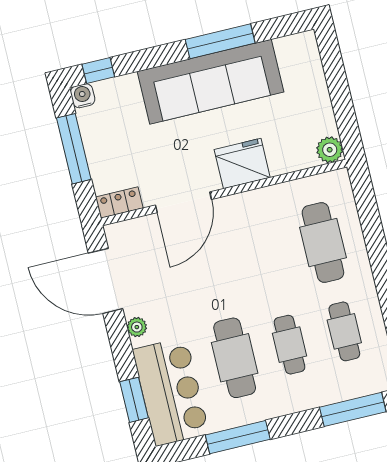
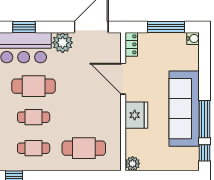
window: (98, 70) -> (205, 153), moved
plant: (137, 327) -> (63, 43), width x1.87, depth x1.87

